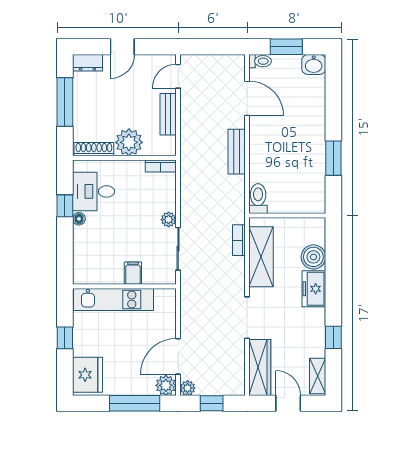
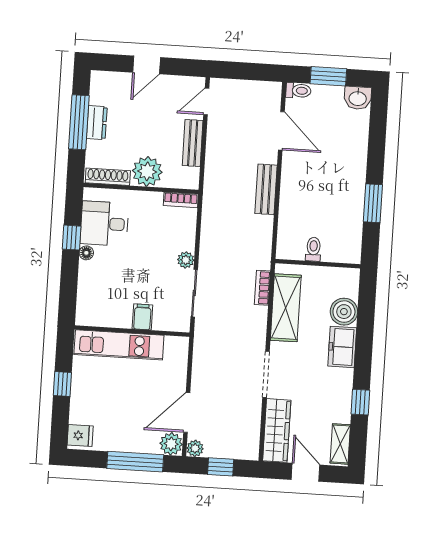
dresser: (87, 63) -> (97, 123), moved, turned -90
toilet: (258, 199) -> (313, 249), moved, width x0.73, depth x0.72
fridge: (87, 375) -> (80, 435), width x0.53, depth x0.75

